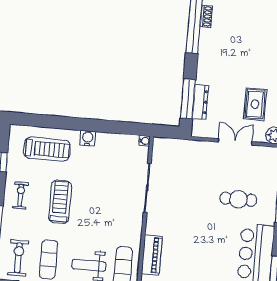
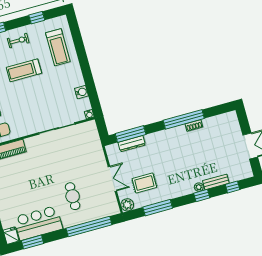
water cooler: (88, 138) -> (81, 92), moved
treadmill: (60, 202) -> (24, 70), turned 180

